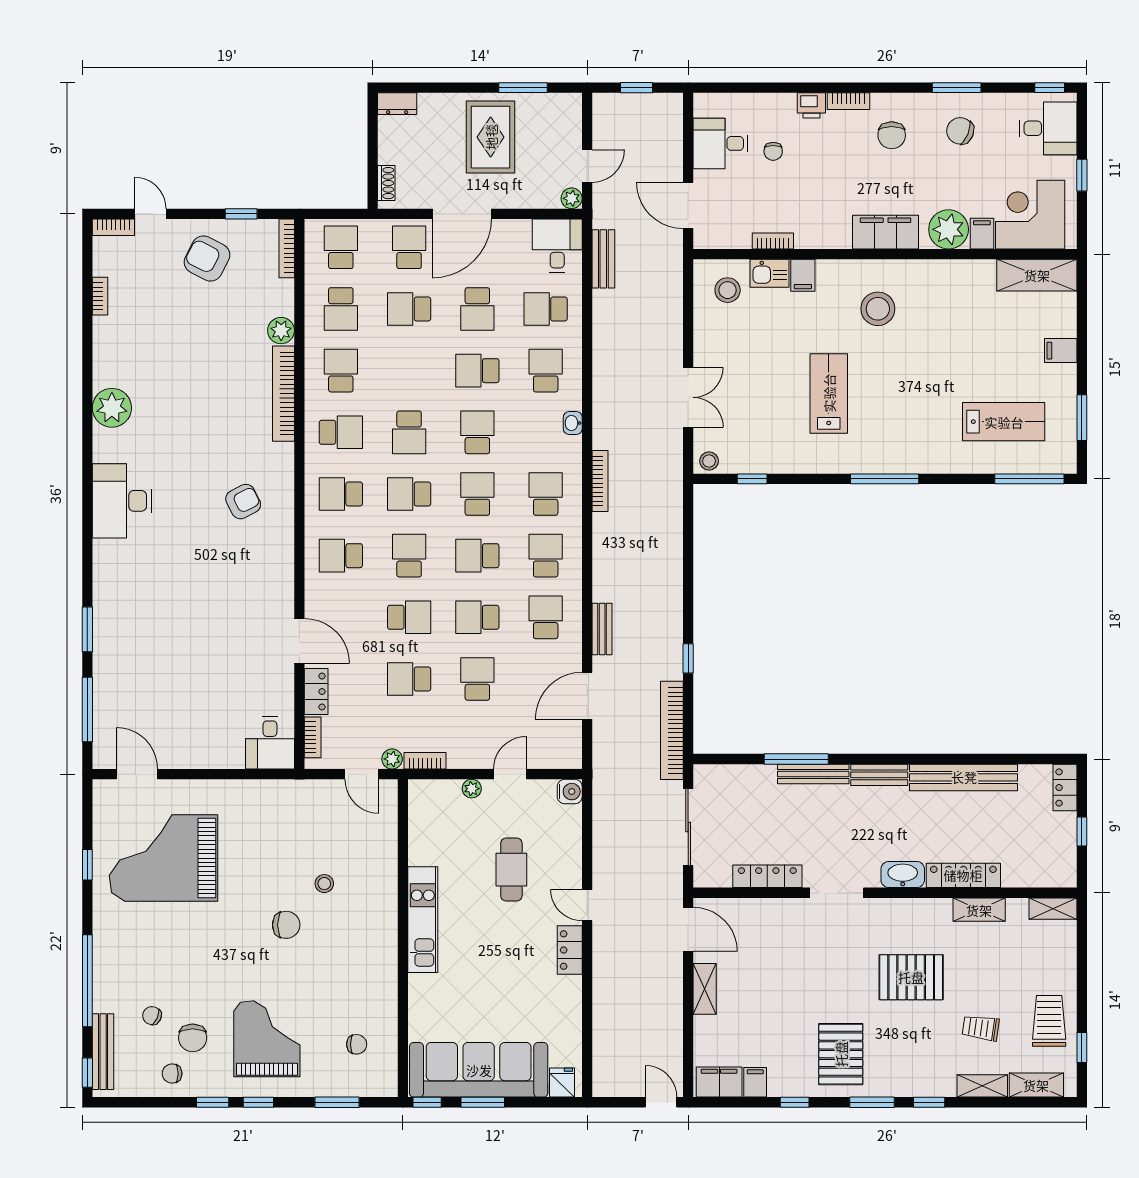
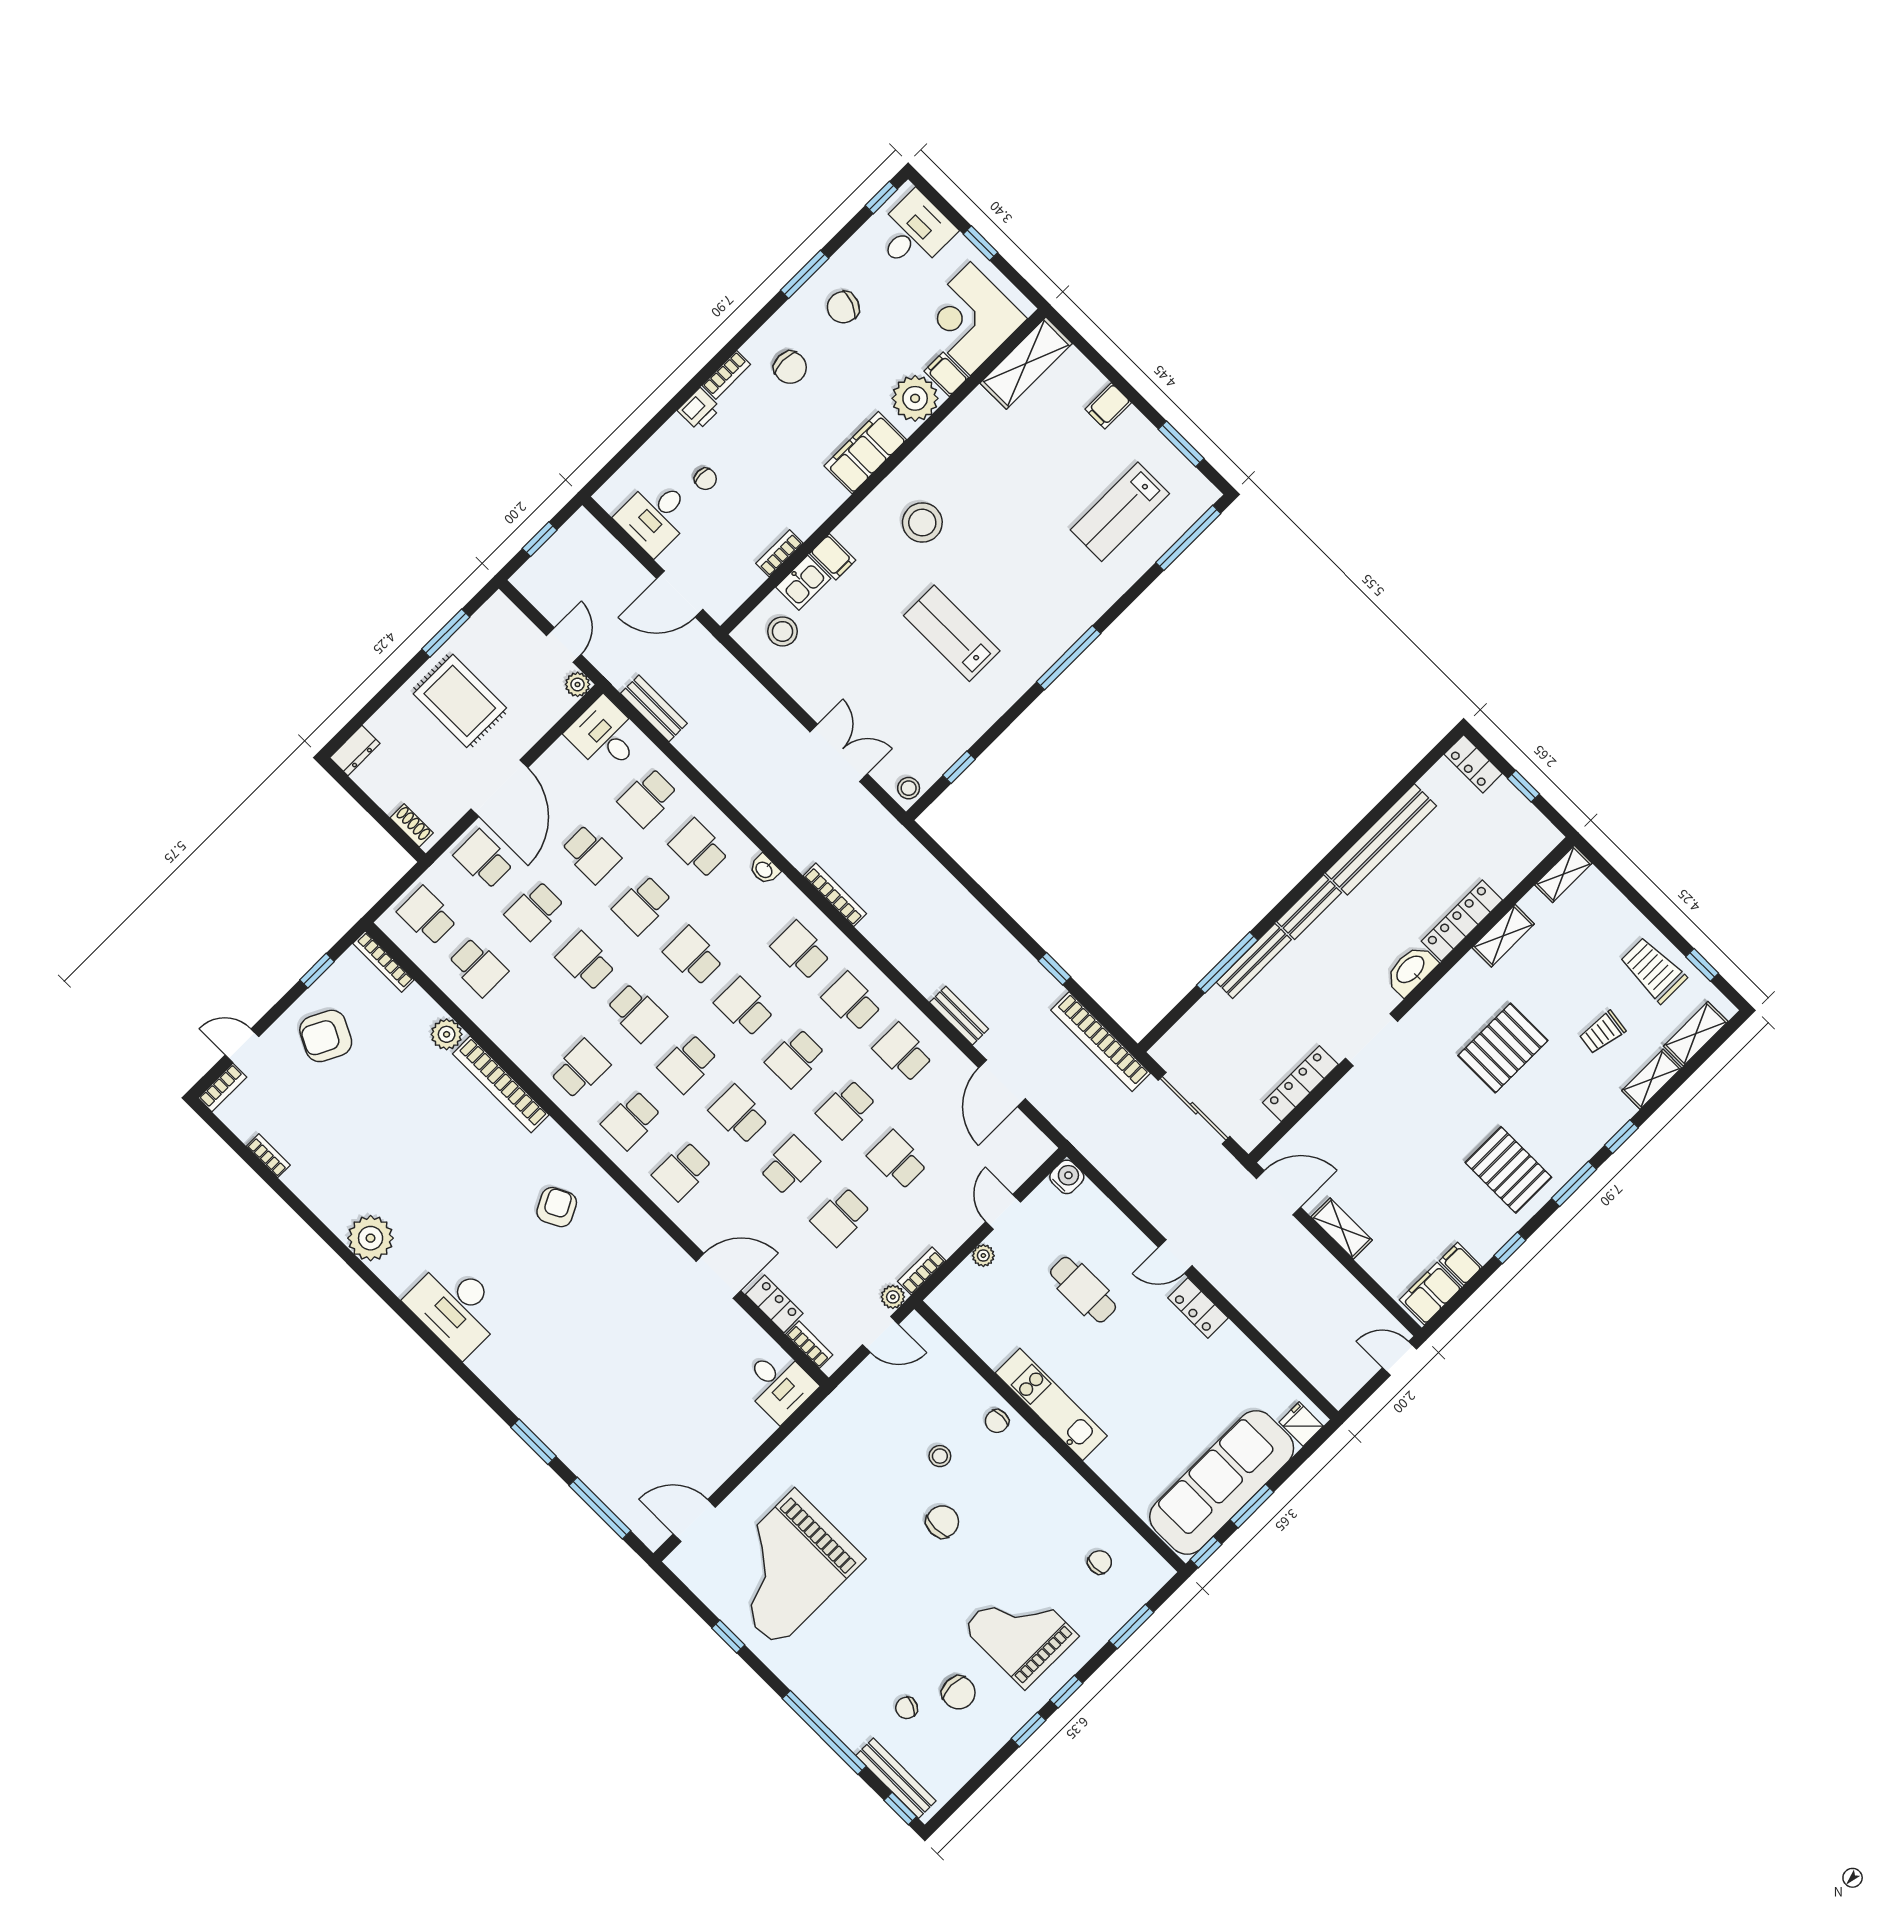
school desk: (341, 371) -> (586, 962), moved
lab bench: (1004, 422) -> (1120, 512), turned 180
chair: (172, 1074) -> (997, 1421), moved

